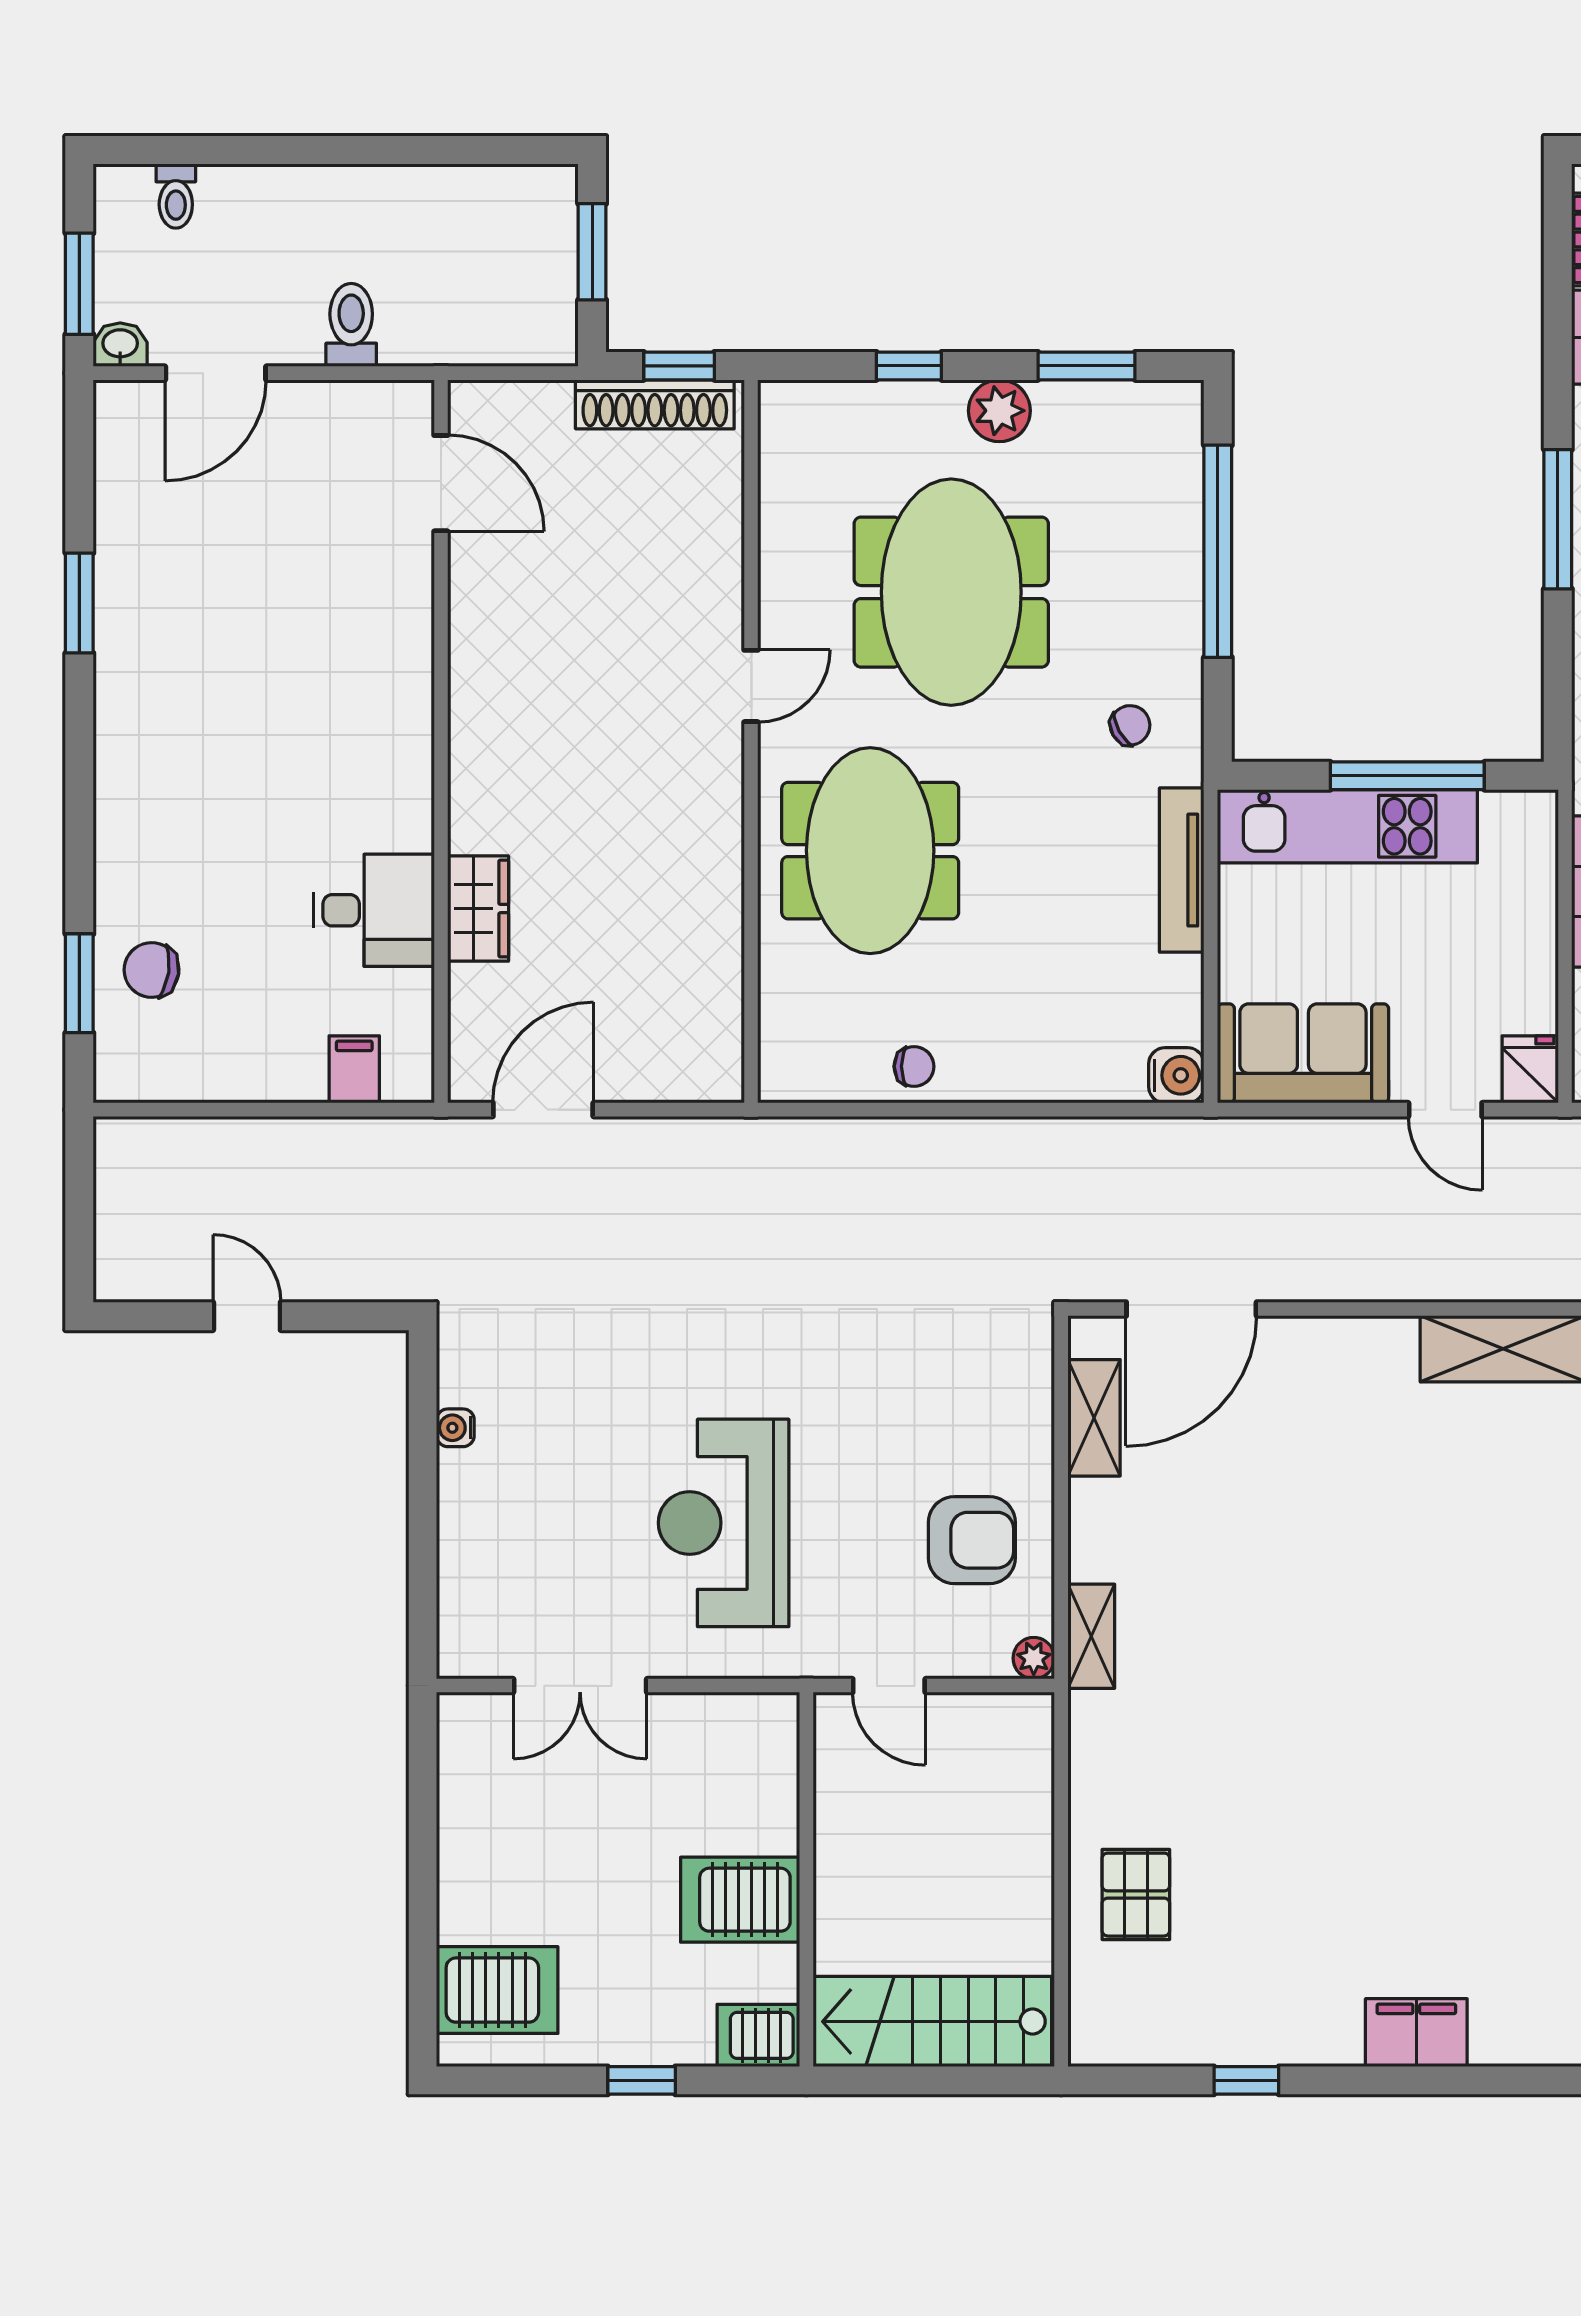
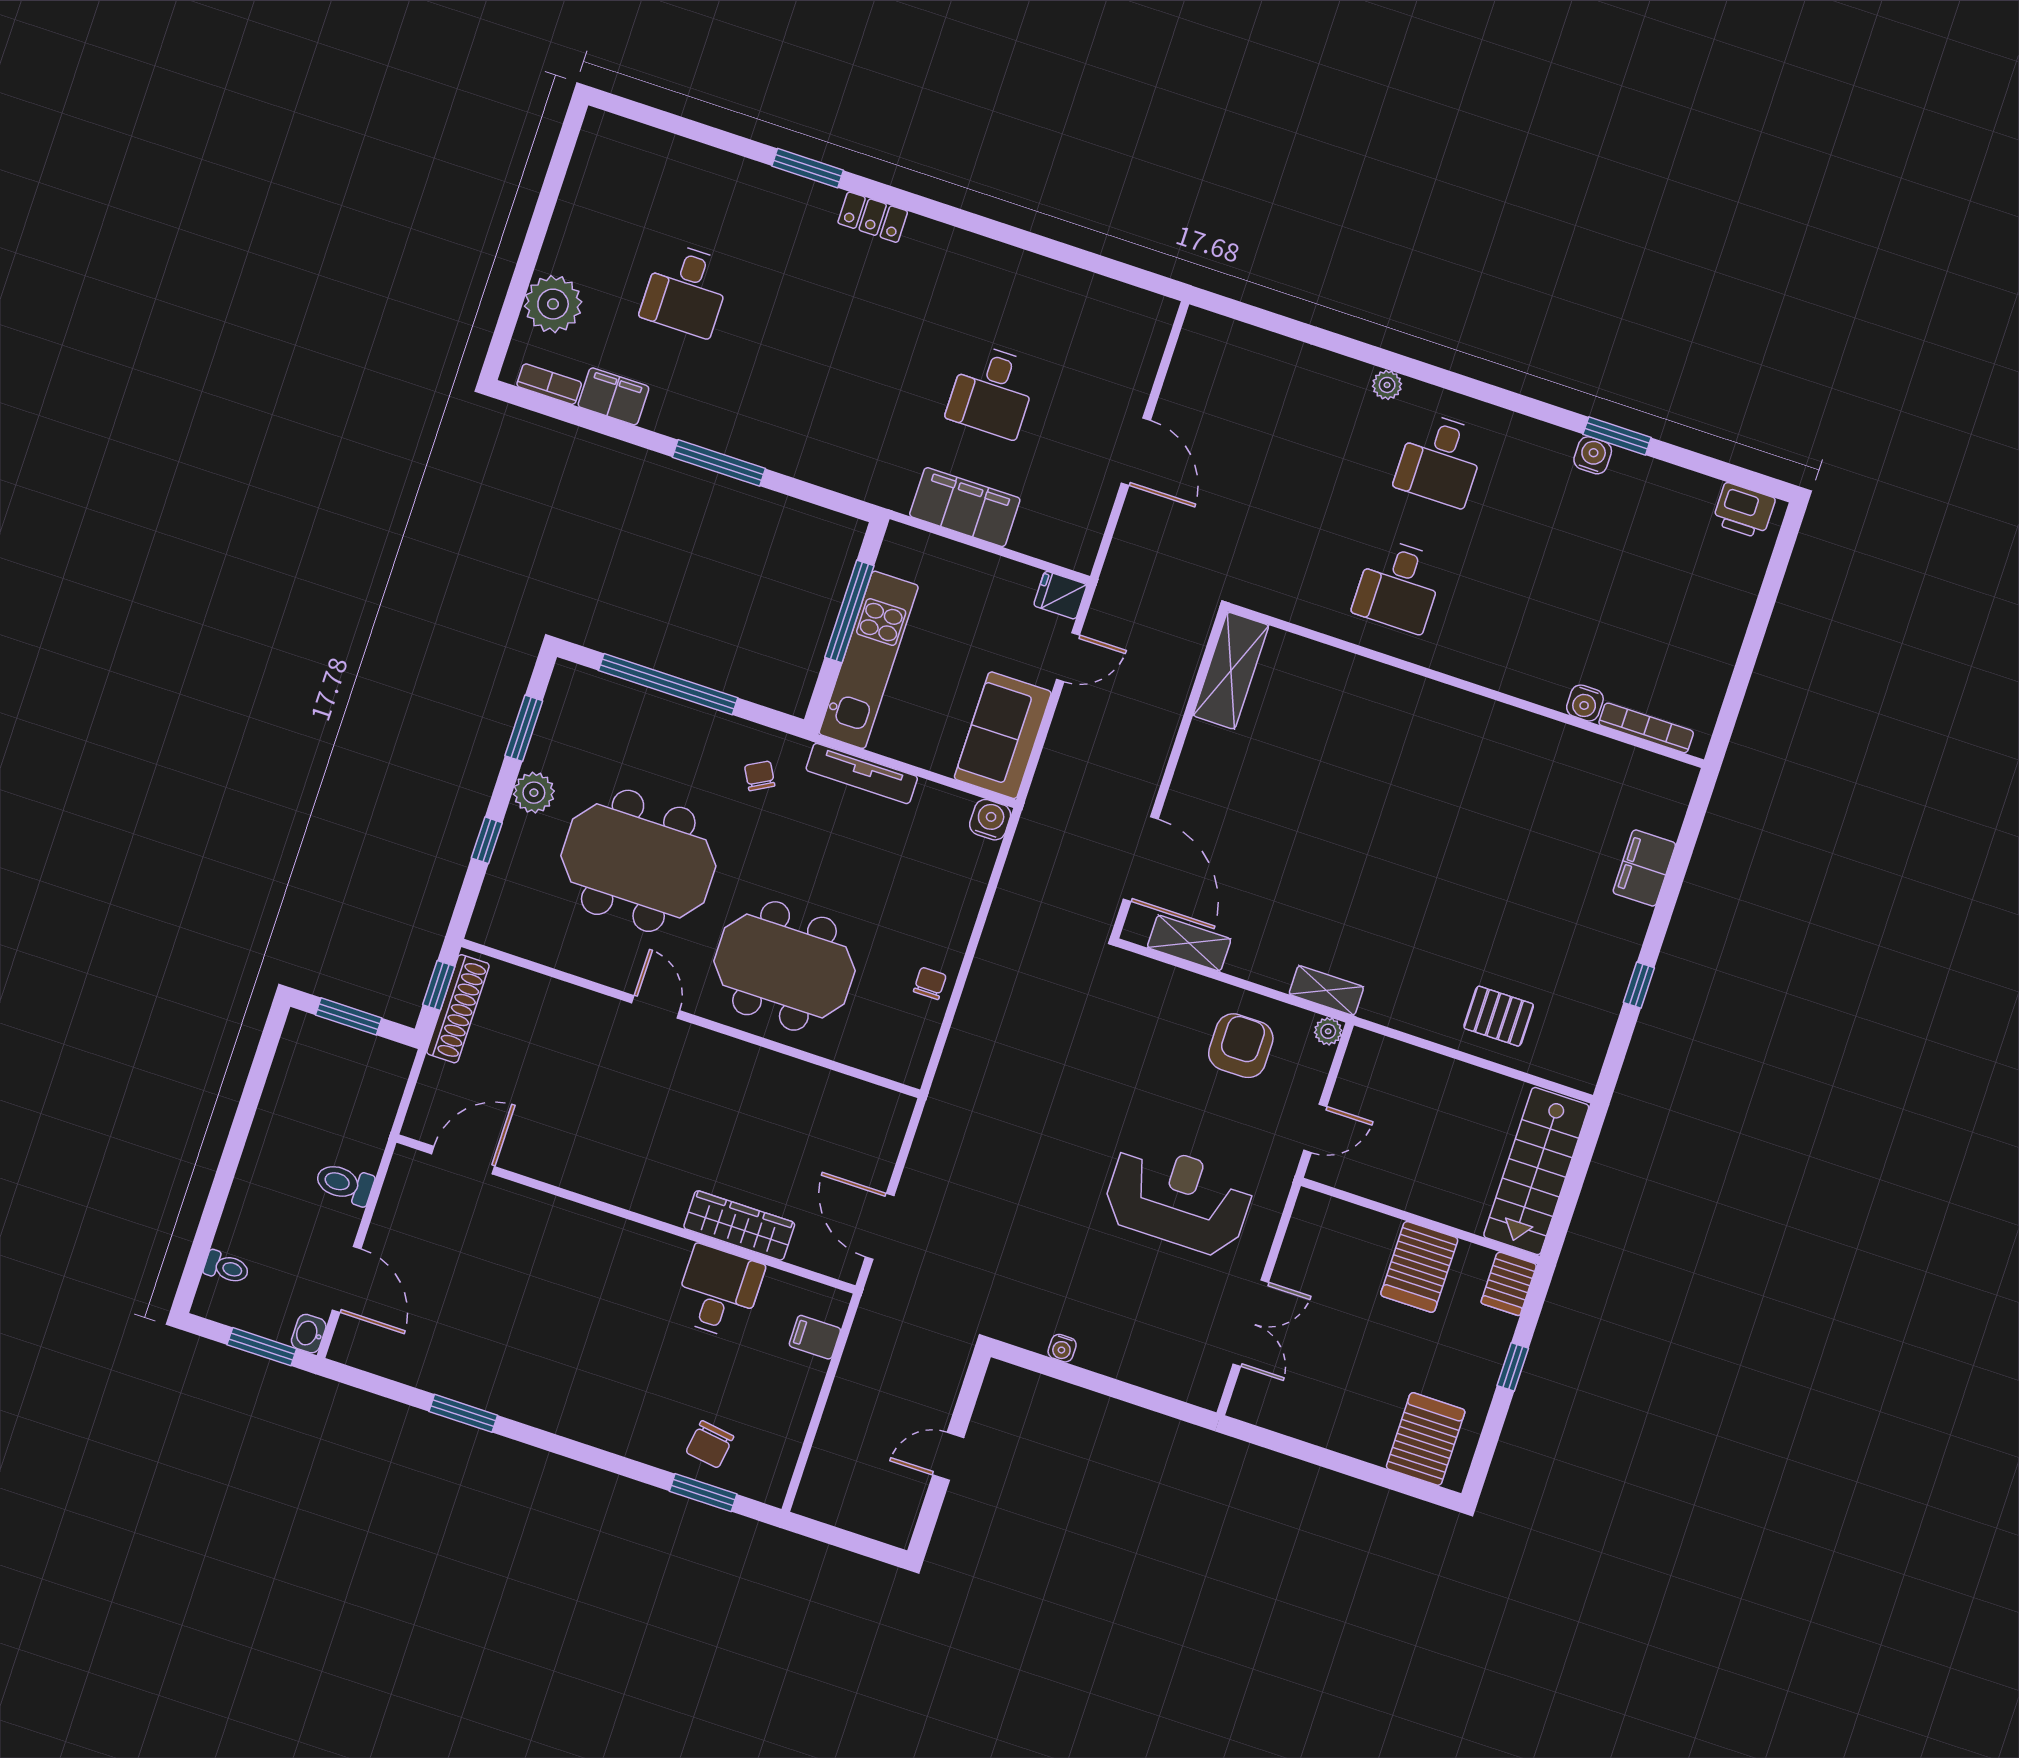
wardrobe: (478, 909) -> (739, 1225), width x1.50
reception desk: (724, 1523) -> (1178, 1199), turned 180

